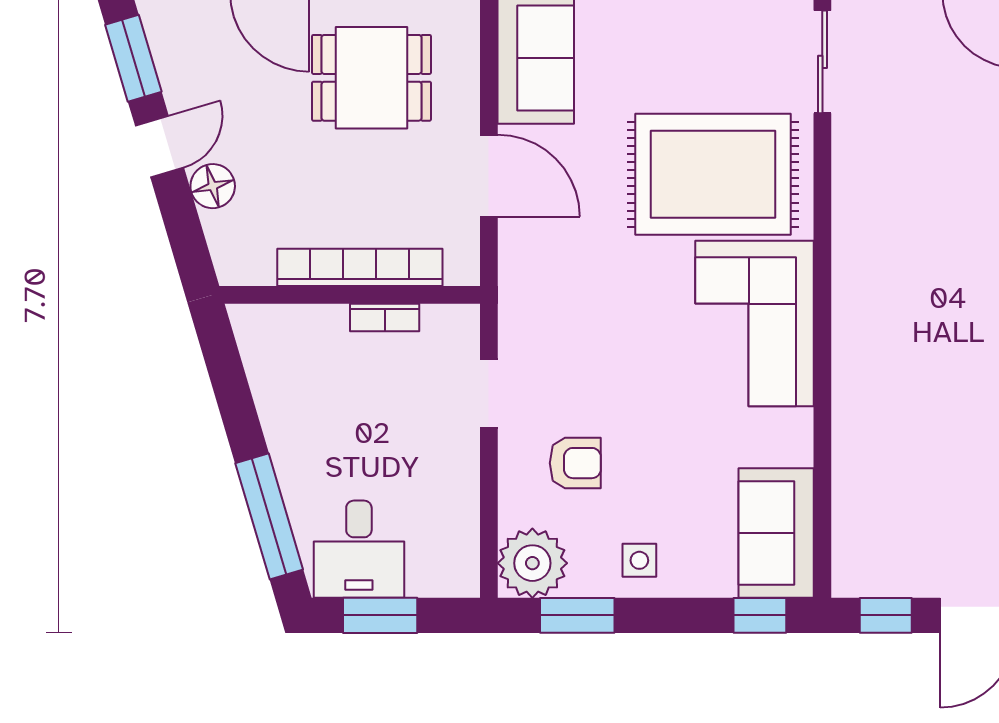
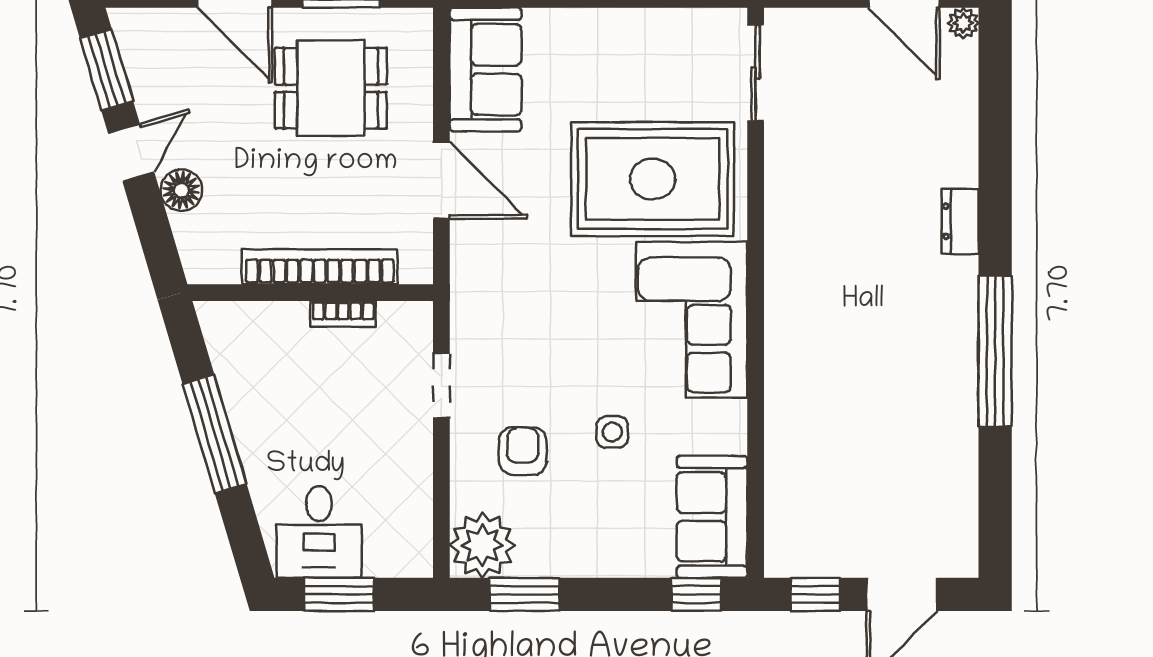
armchair: (575, 463) -> (523, 451), turned -90
window: (269, 516) -> (215, 434), moved
side table: (639, 560) -> (612, 432), moved

